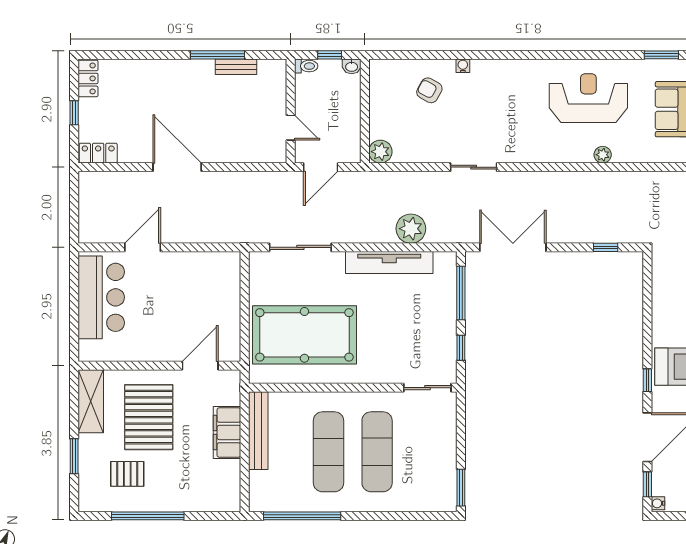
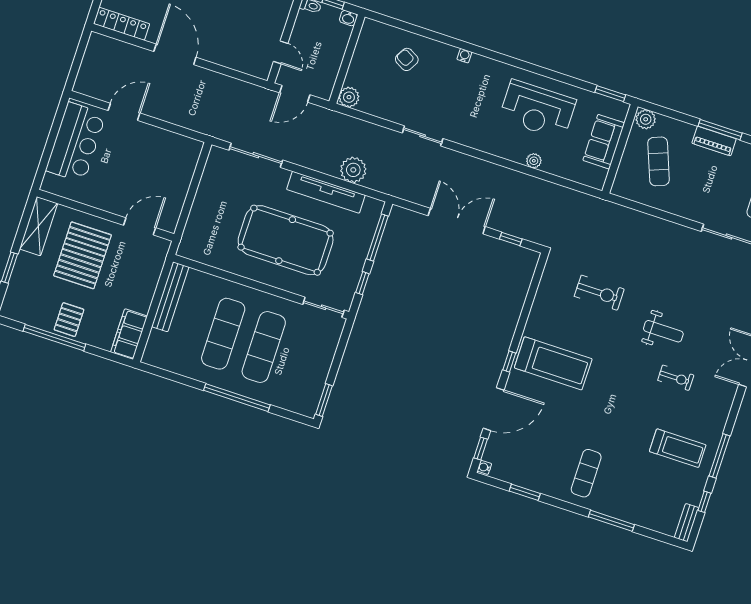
water cooler: (463, 66) -> (464, 56), moved
reception desk: (588, 98) -> (537, 110), turned 180
locker: (98, 153) -> (122, 24), width x1.53
double door: (513, 247) -> (457, 221), moved
pool table: (304, 335) -> (286, 240), moved
filing cabinet: (227, 432) -> (129, 334), moved
pallet: (127, 474) -> (69, 320), moved, turned 90
window: (302, 516) -> (237, 398), moved

